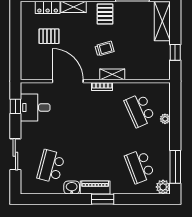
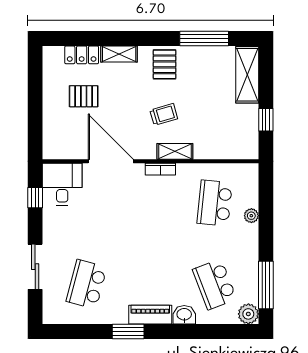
desk: (35, 108) -> (62, 184), moved, turned 90
school desk: (140, 110) -> (215, 203), turned 30
washbasin: (72, 188) -> (184, 315), moved
window: (103, 199) -> (128, 332), moved

